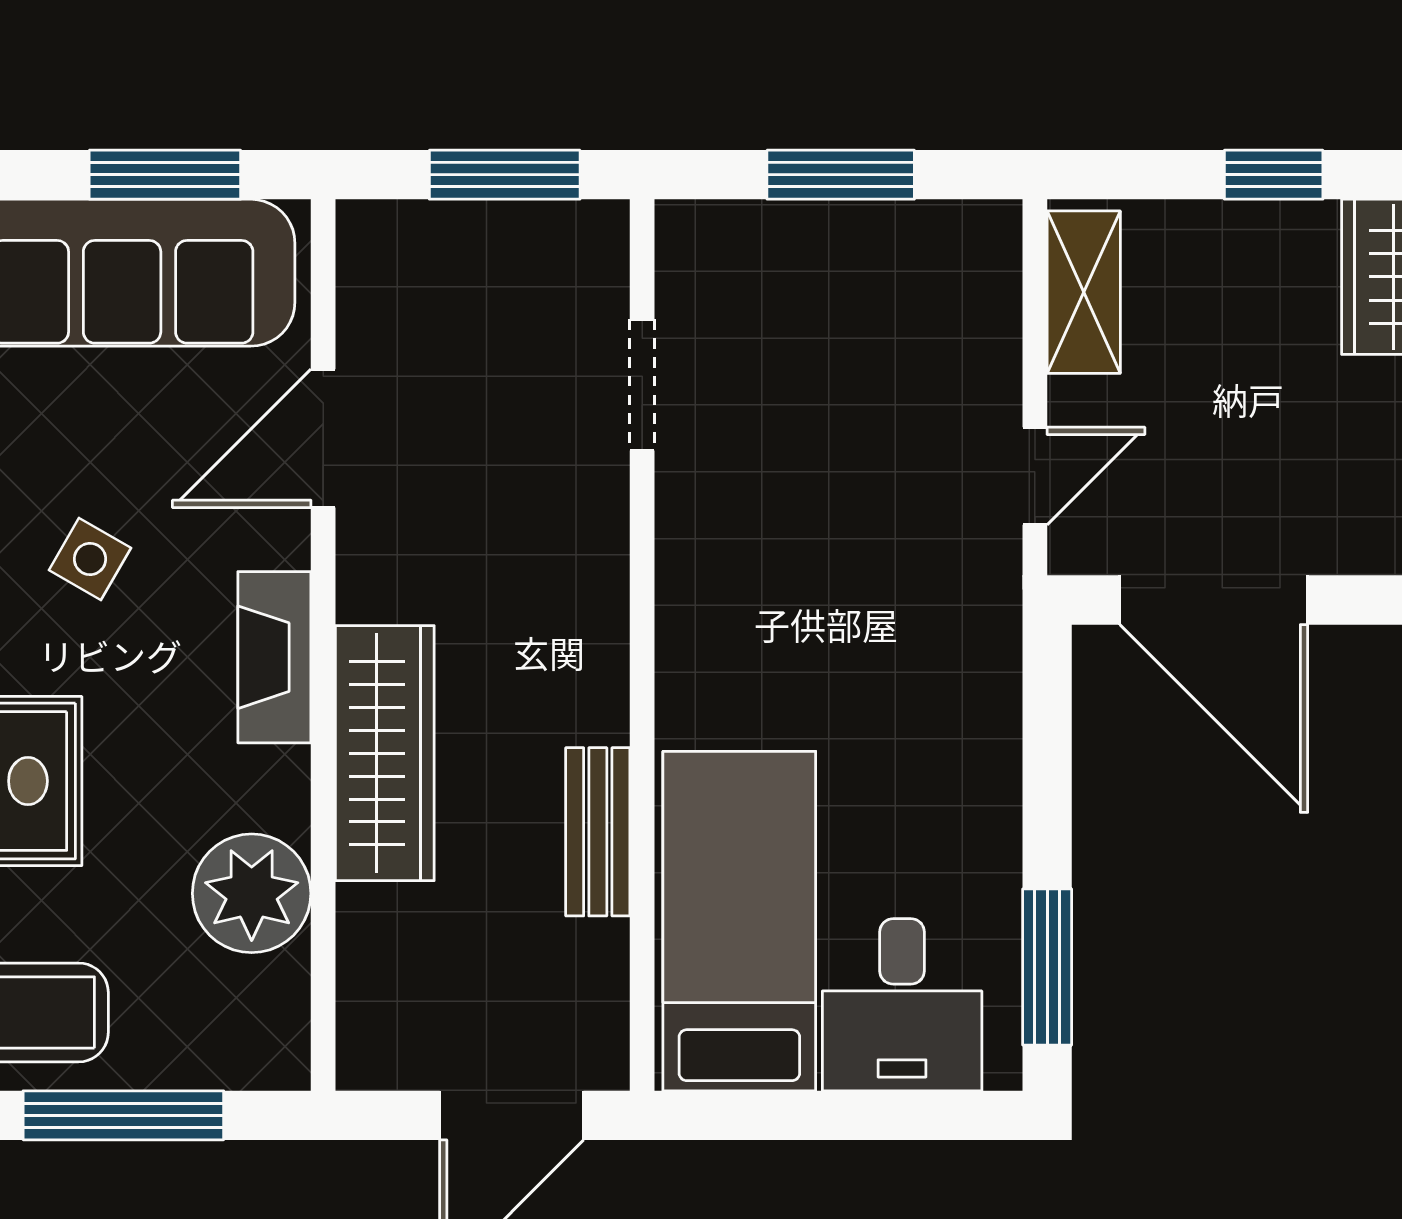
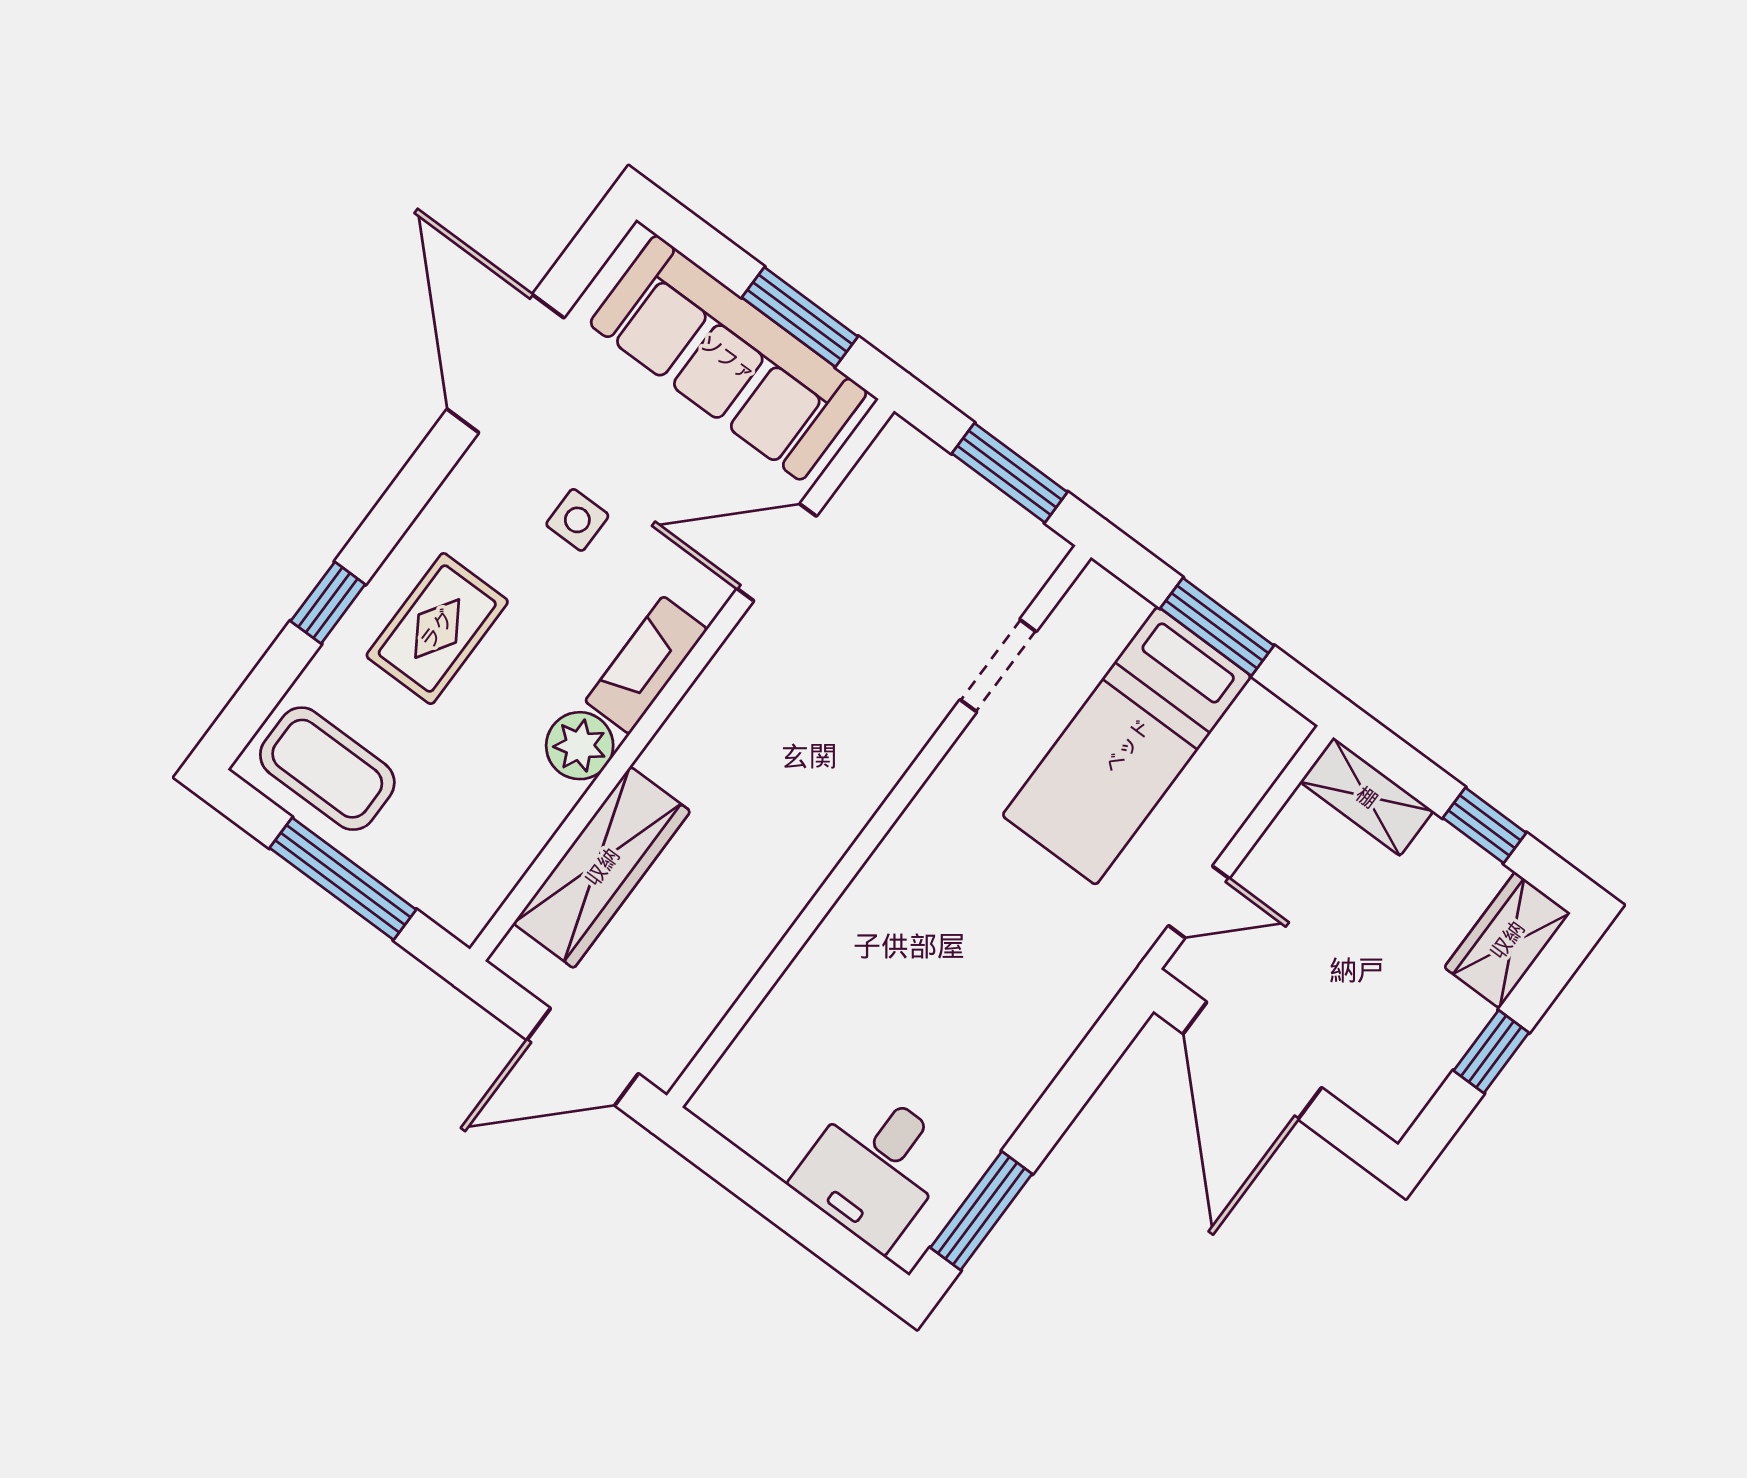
shelving: (1084, 292) -> (1367, 797), moved, turned 90
side table: (90, 559) -> (577, 520), turned -30
wardrobe: (385, 753) -> (602, 867), moved
bench: (598, 832) -> (766, 921), removed
plant: (252, 893) -> (580, 746), moved, width x0.73, depth x0.73
bed: (739, 921) -> (1127, 746), moved, turned 180

